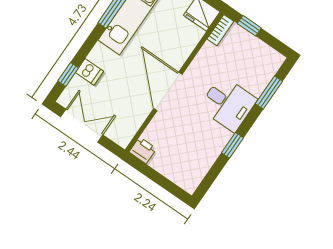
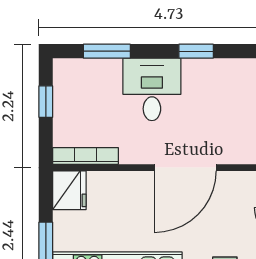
window: (249, 26) -> (46, 102), moved
bookcase: (220, 30) -> (86, 156), width x1.56

